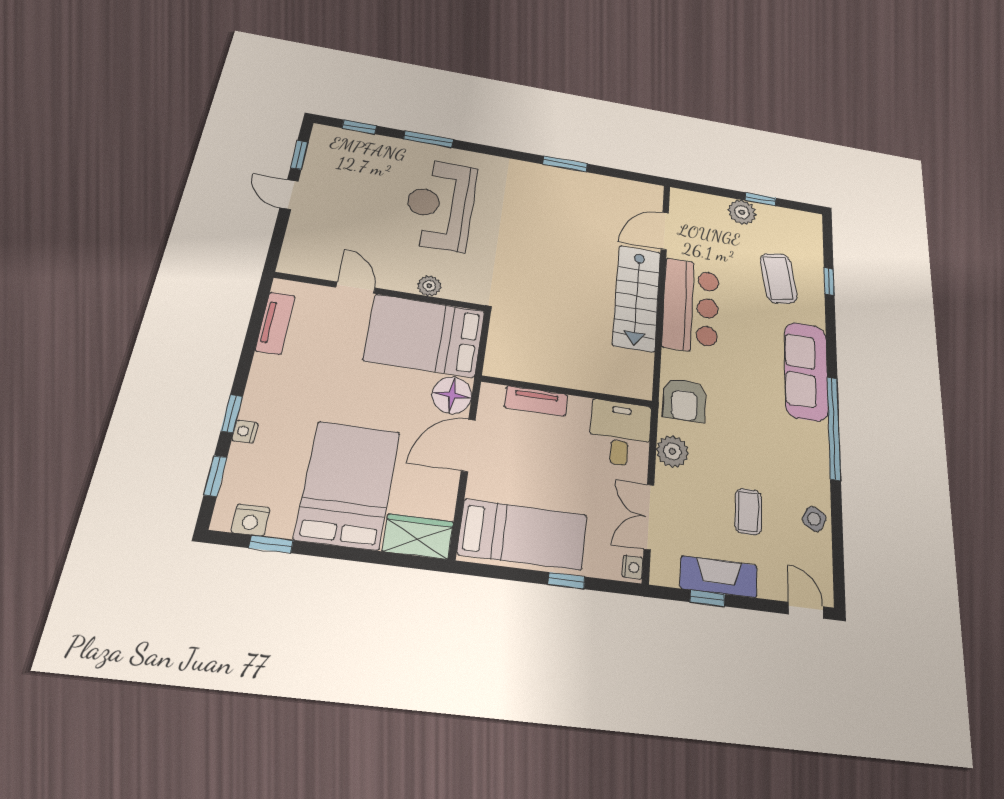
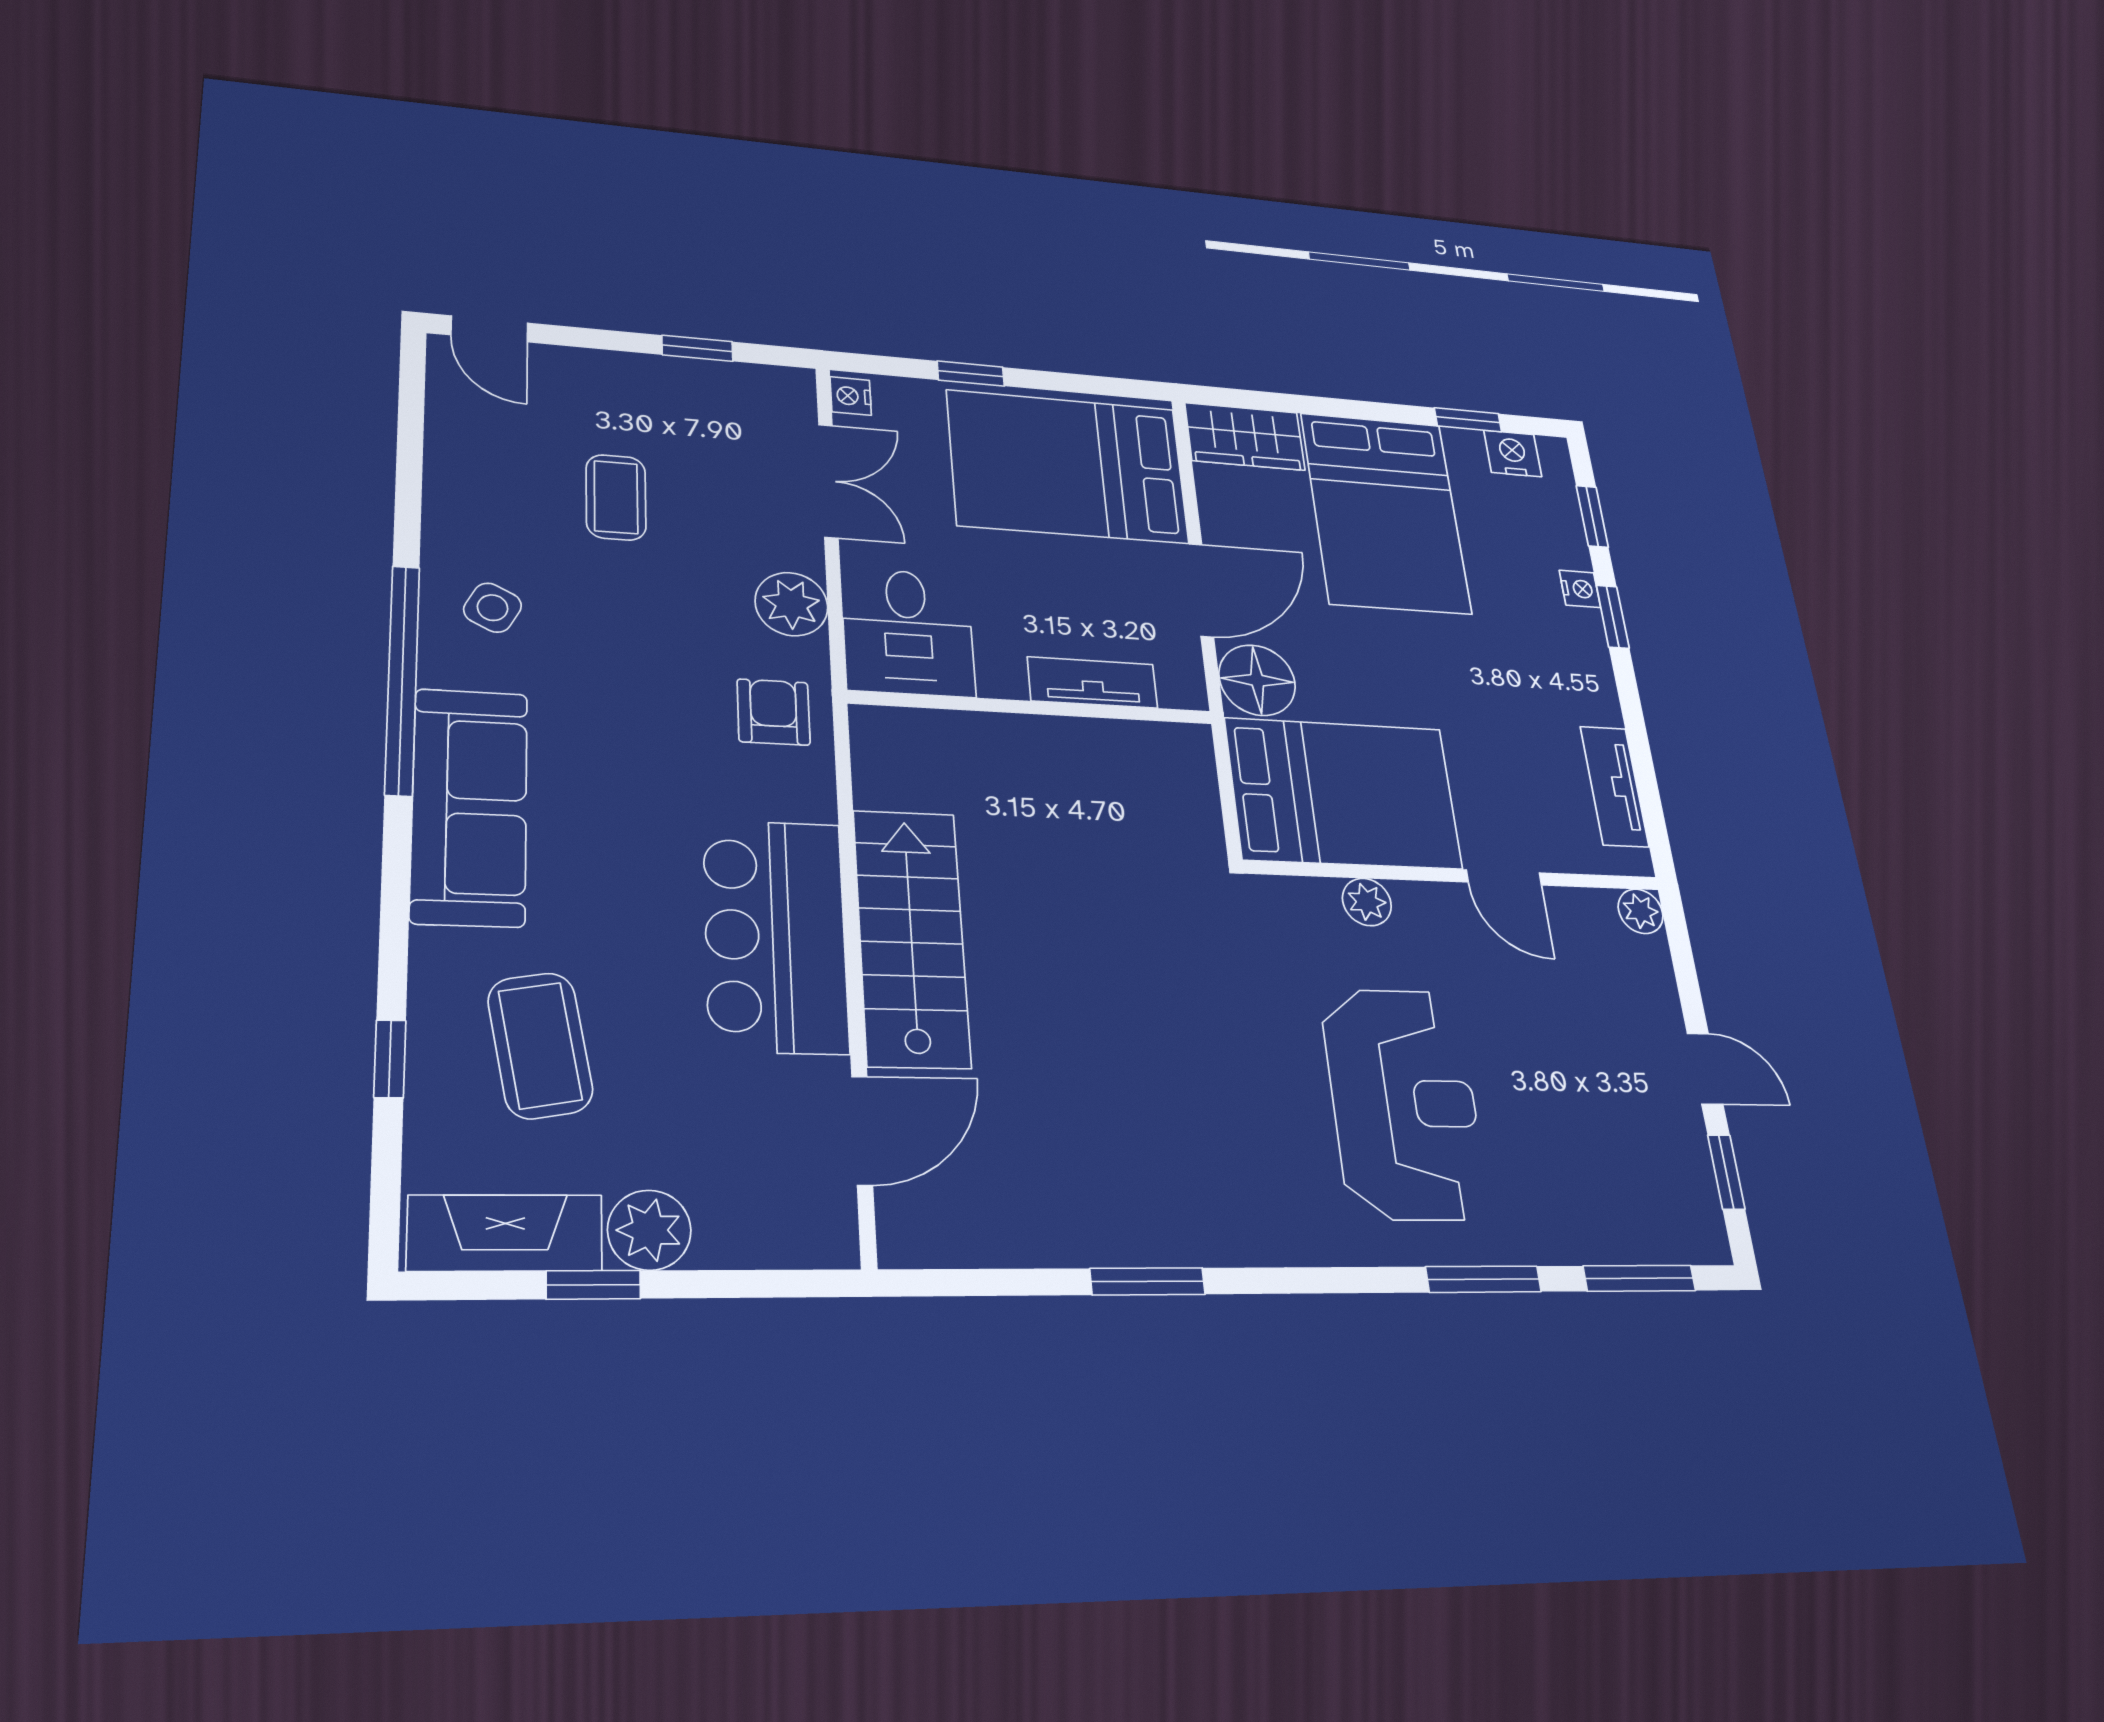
window: (359, 127) -> (1639, 1278), width x1.50
plant: (289, 264) -> (1641, 911), added
armchair: (684, 400) -> (774, 712), width x0.72, depth x0.72
side table: (814, 519) -> (493, 608), moved
bed: (523, 534) -> (1067, 467), width x1.50
fireplace: (719, 577) -> (505, 1233), moved, turned 180

